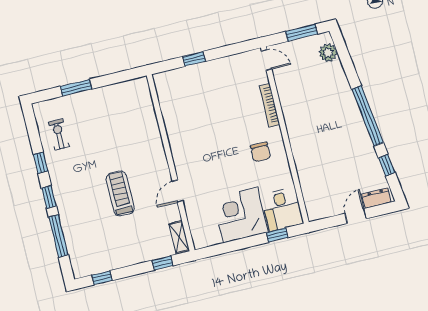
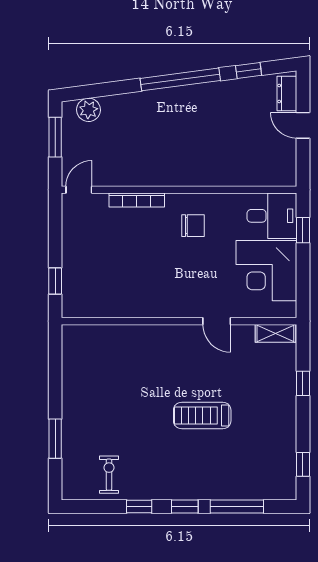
exercise bike: (59, 135) -> (109, 475), turned 90
wall: (171, 163) -> (179, 321), moved
door: (178, 191) -> (217, 321), moved
shelving: (179, 237) -> (275, 333), moved

